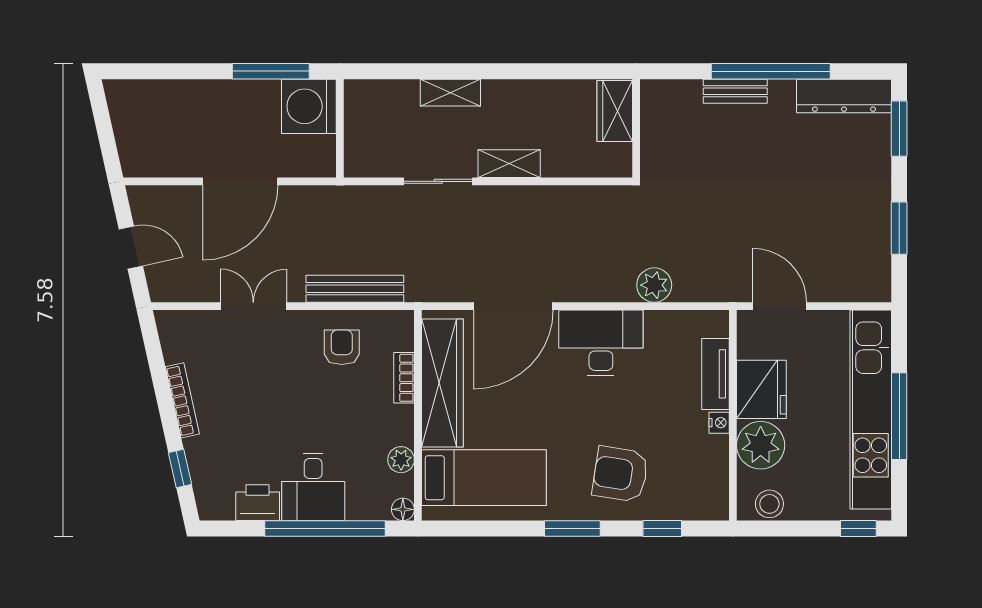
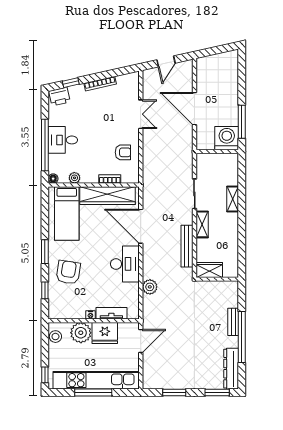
wardrobe: (615, 111) -> (209, 270), moved
bench: (355, 289) -> (187, 246), moved
printer: (258, 503) -> (59, 97), moved, turned 77

